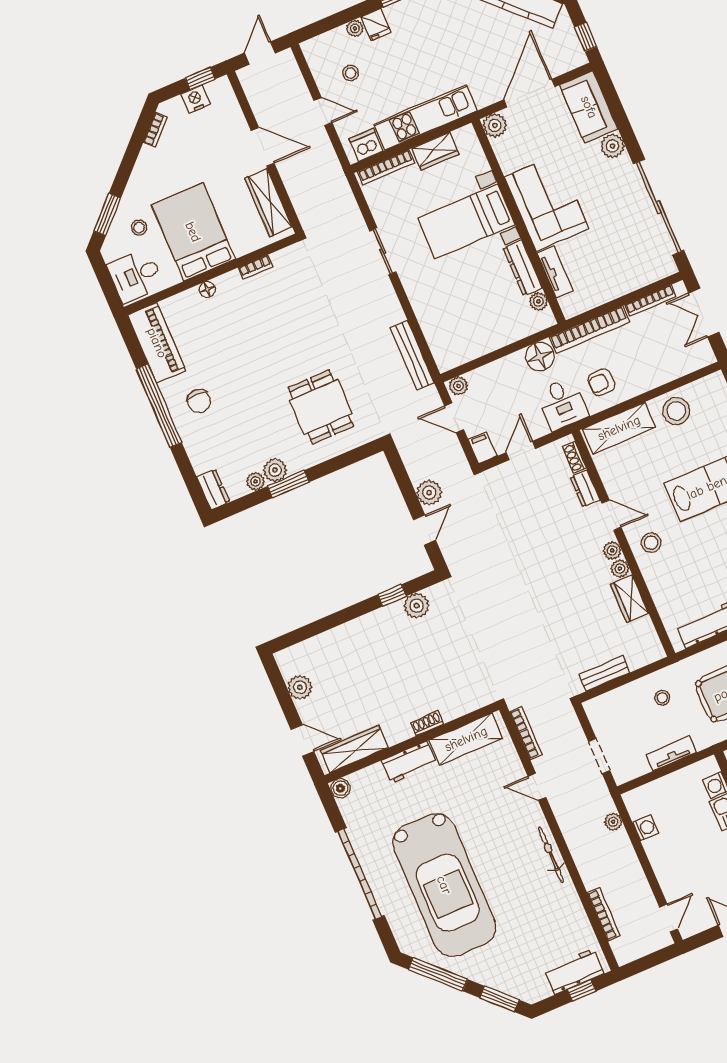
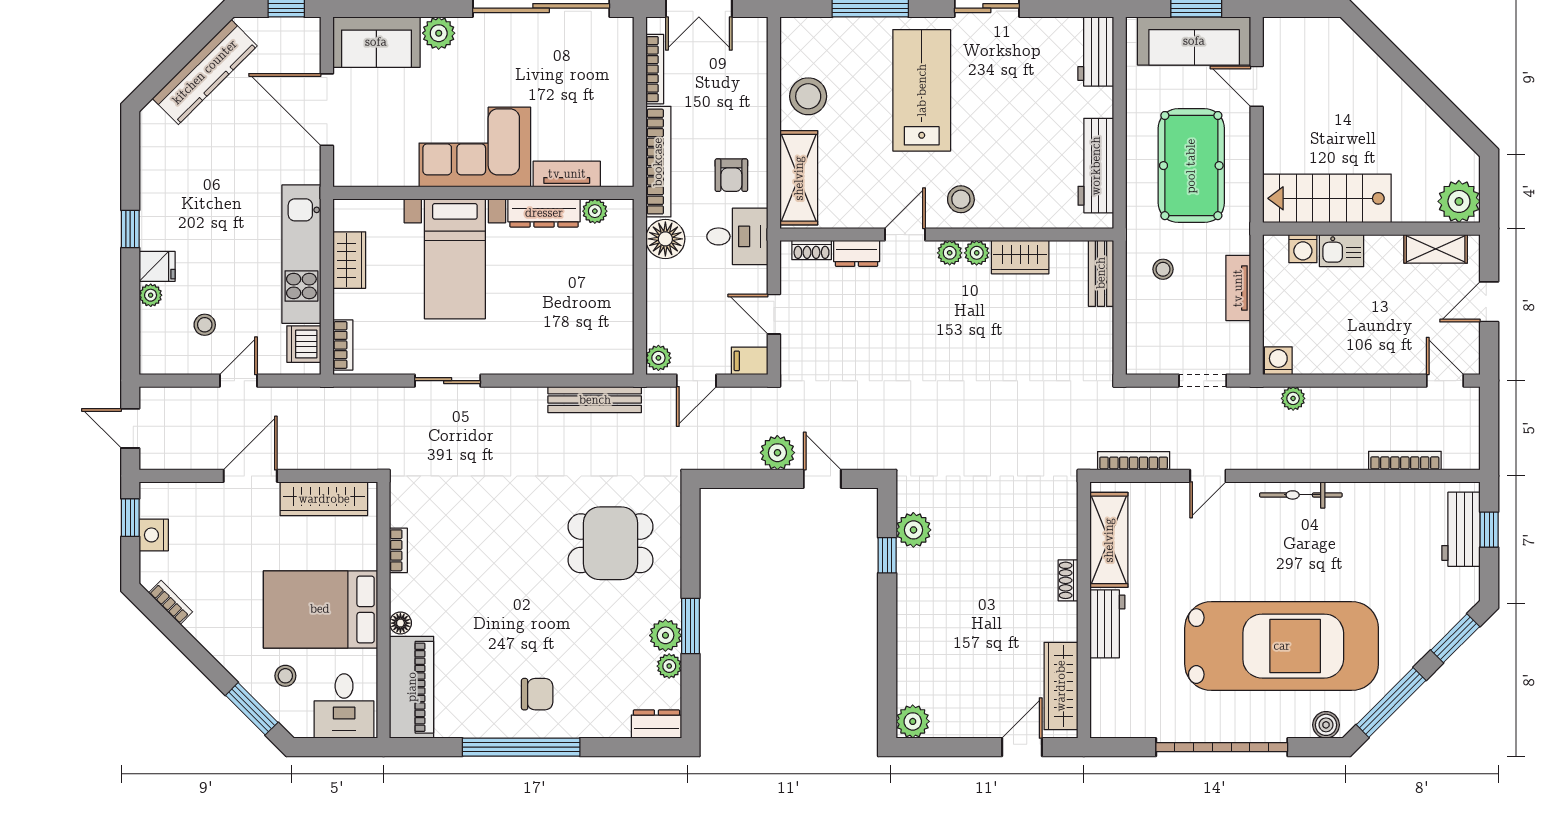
plant: (495, 125) -> (349, 171), removed
bookcase: (386, 167) -> (343, 345), width x0.64
piano: (157, 343) -> (412, 687), moved, turned 90
bench: (604, 673) -> (1101, 273), moved
plant: (300, 687) -> (913, 721), moved
boiler: (340, 788) -> (1326, 725), moved
washing machine: (646, 828) -> (1278, 361), moved

